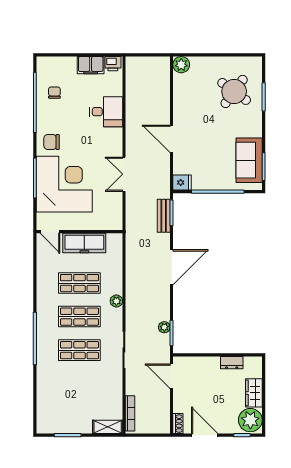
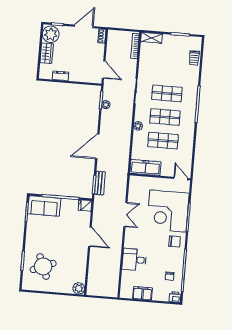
printer: (113, 64) -> (175, 297), moved
round table: (234, 91) -> (43, 266), turned 32
sofa: (249, 160) -> (44, 206), moved, turned 90
freezer: (84, 243) -> (145, 168), moved
trolley: (45, 403) -> (194, 58), added
door: (205, 435) -> (84, 26), swing flipped

